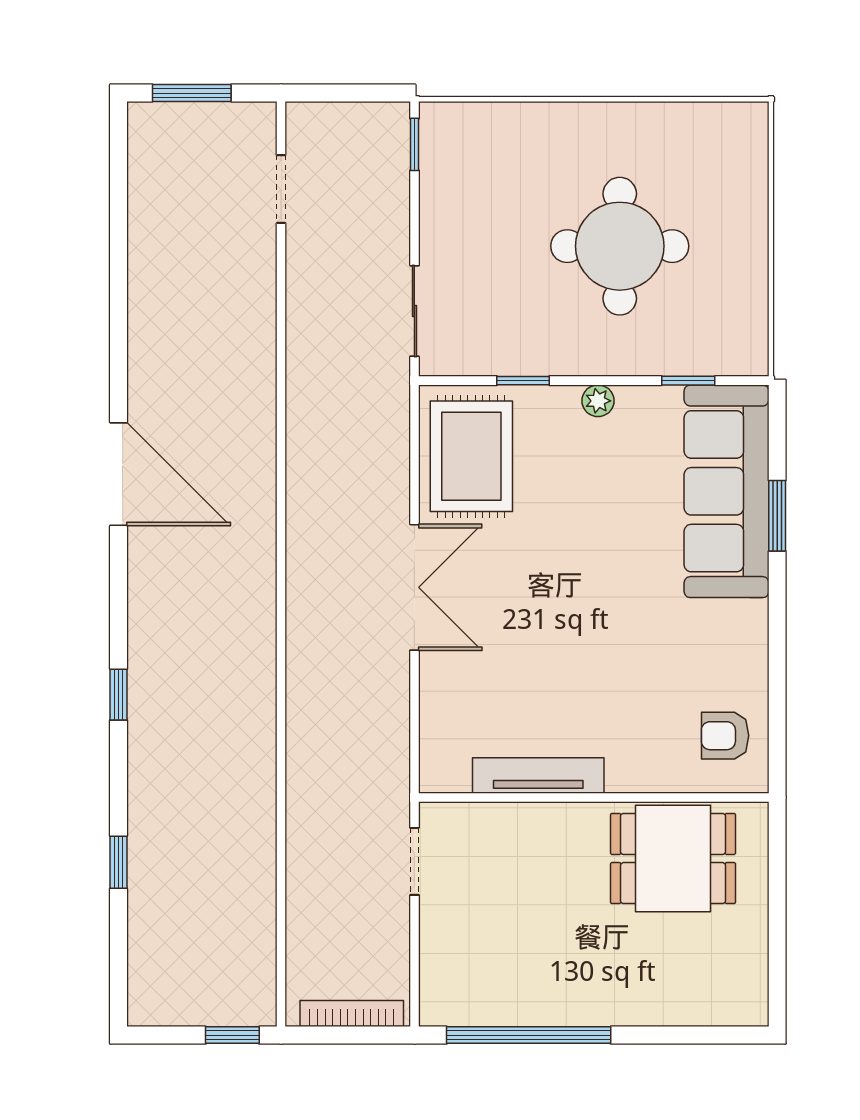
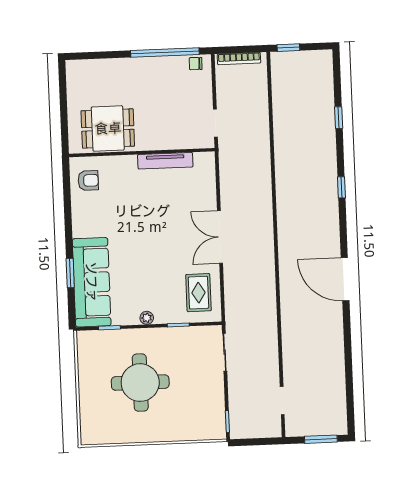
rug: (471, 456) -> (198, 293), width x0.73, depth x0.70
chair: (456, 1006) -> (196, 64), added

